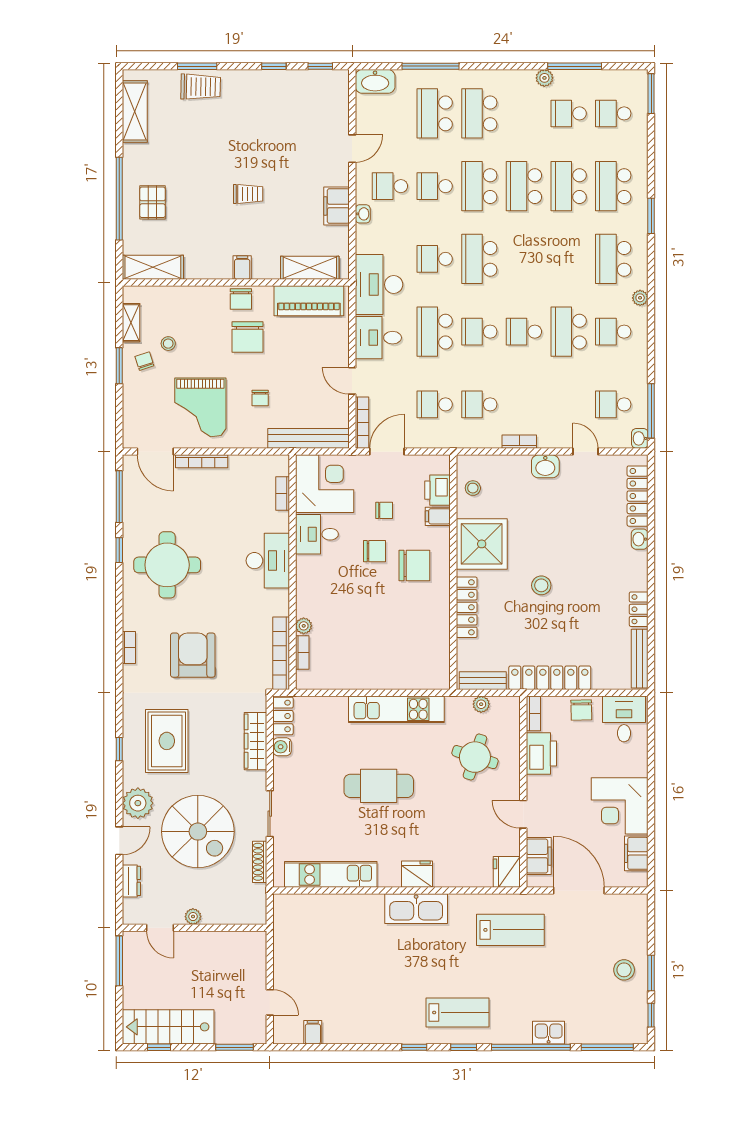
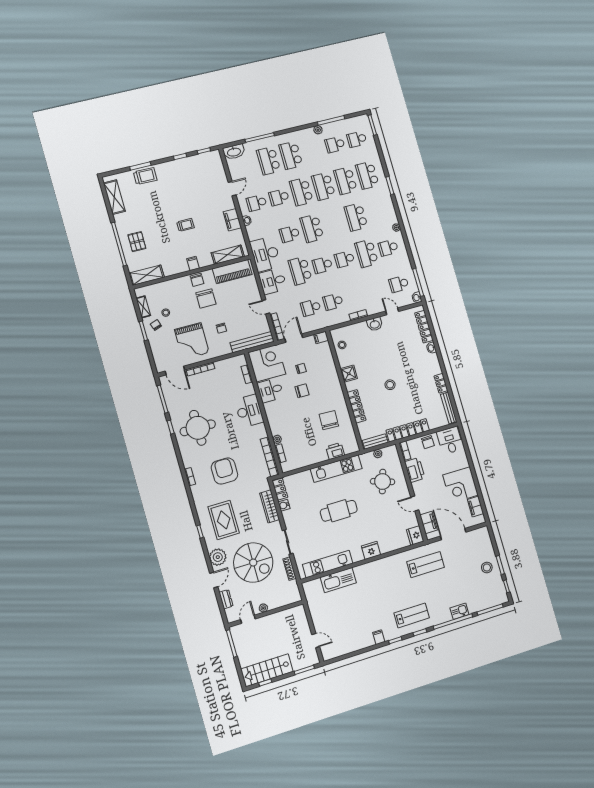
school desk: (613, 259) -> (356, 217), moved
printer: (437, 490) -> (335, 451), moved, turned 90
filing cabinet: (438, 516) -> (321, 337), moved
shower: (482, 544) -> (349, 374), width x0.54, depth x0.54
chair: (414, 565) -> (329, 420), moved, turned -88
kitchen sink: (416, 909) -> (338, 580), moved
door: (160, 928) -> (248, 619), swing flipped
filing cabinet: (313, 1032) -> (379, 637), moved

